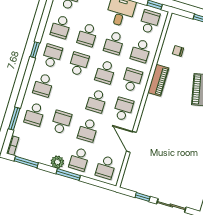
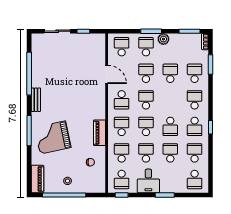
school desk: (132, 80) -> (122, 126), turned 180
school desk: (61, 122) -> (170, 73), turned 180

